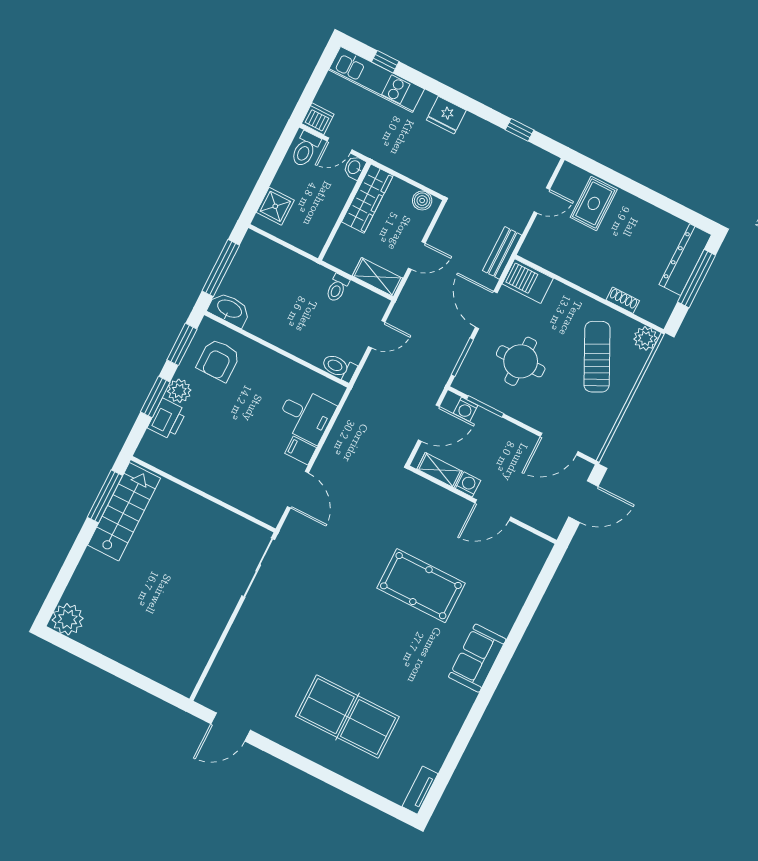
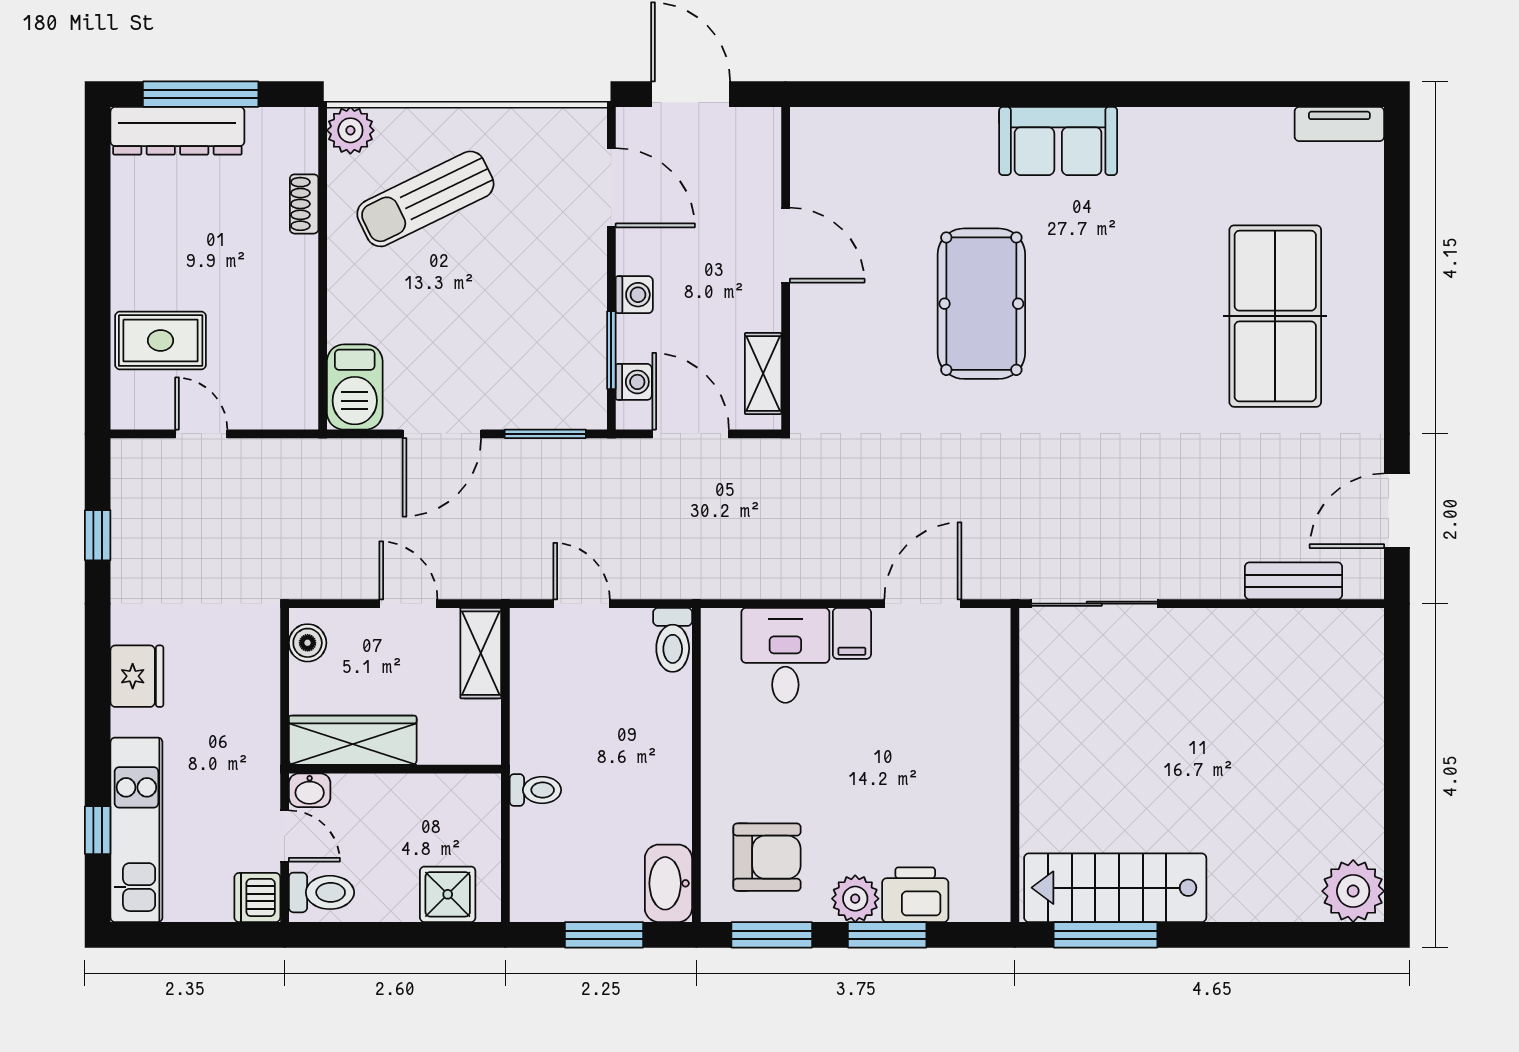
bench: (502, 253) -> (1294, 581), moved
window: (221, 268) -> (604, 935), width x0.69
toilet: (337, 288) -> (535, 790), moved
round table: (521, 361) -> (501, 328), removed
washing machine: (468, 484) -> (634, 295), moved, turned 180
door: (231, 727) -> (1397, 511), swing flipped

